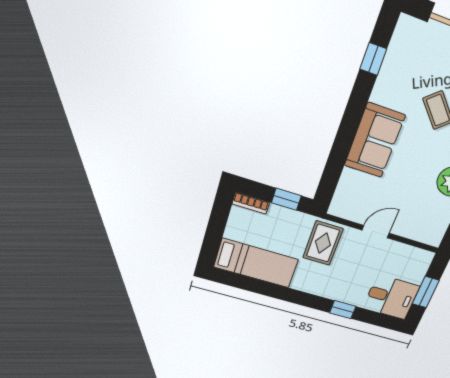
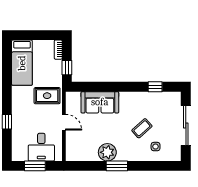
sofa: (375, 141) -> (100, 102), moved
desk: (391, 297) -> (41, 147), moved

